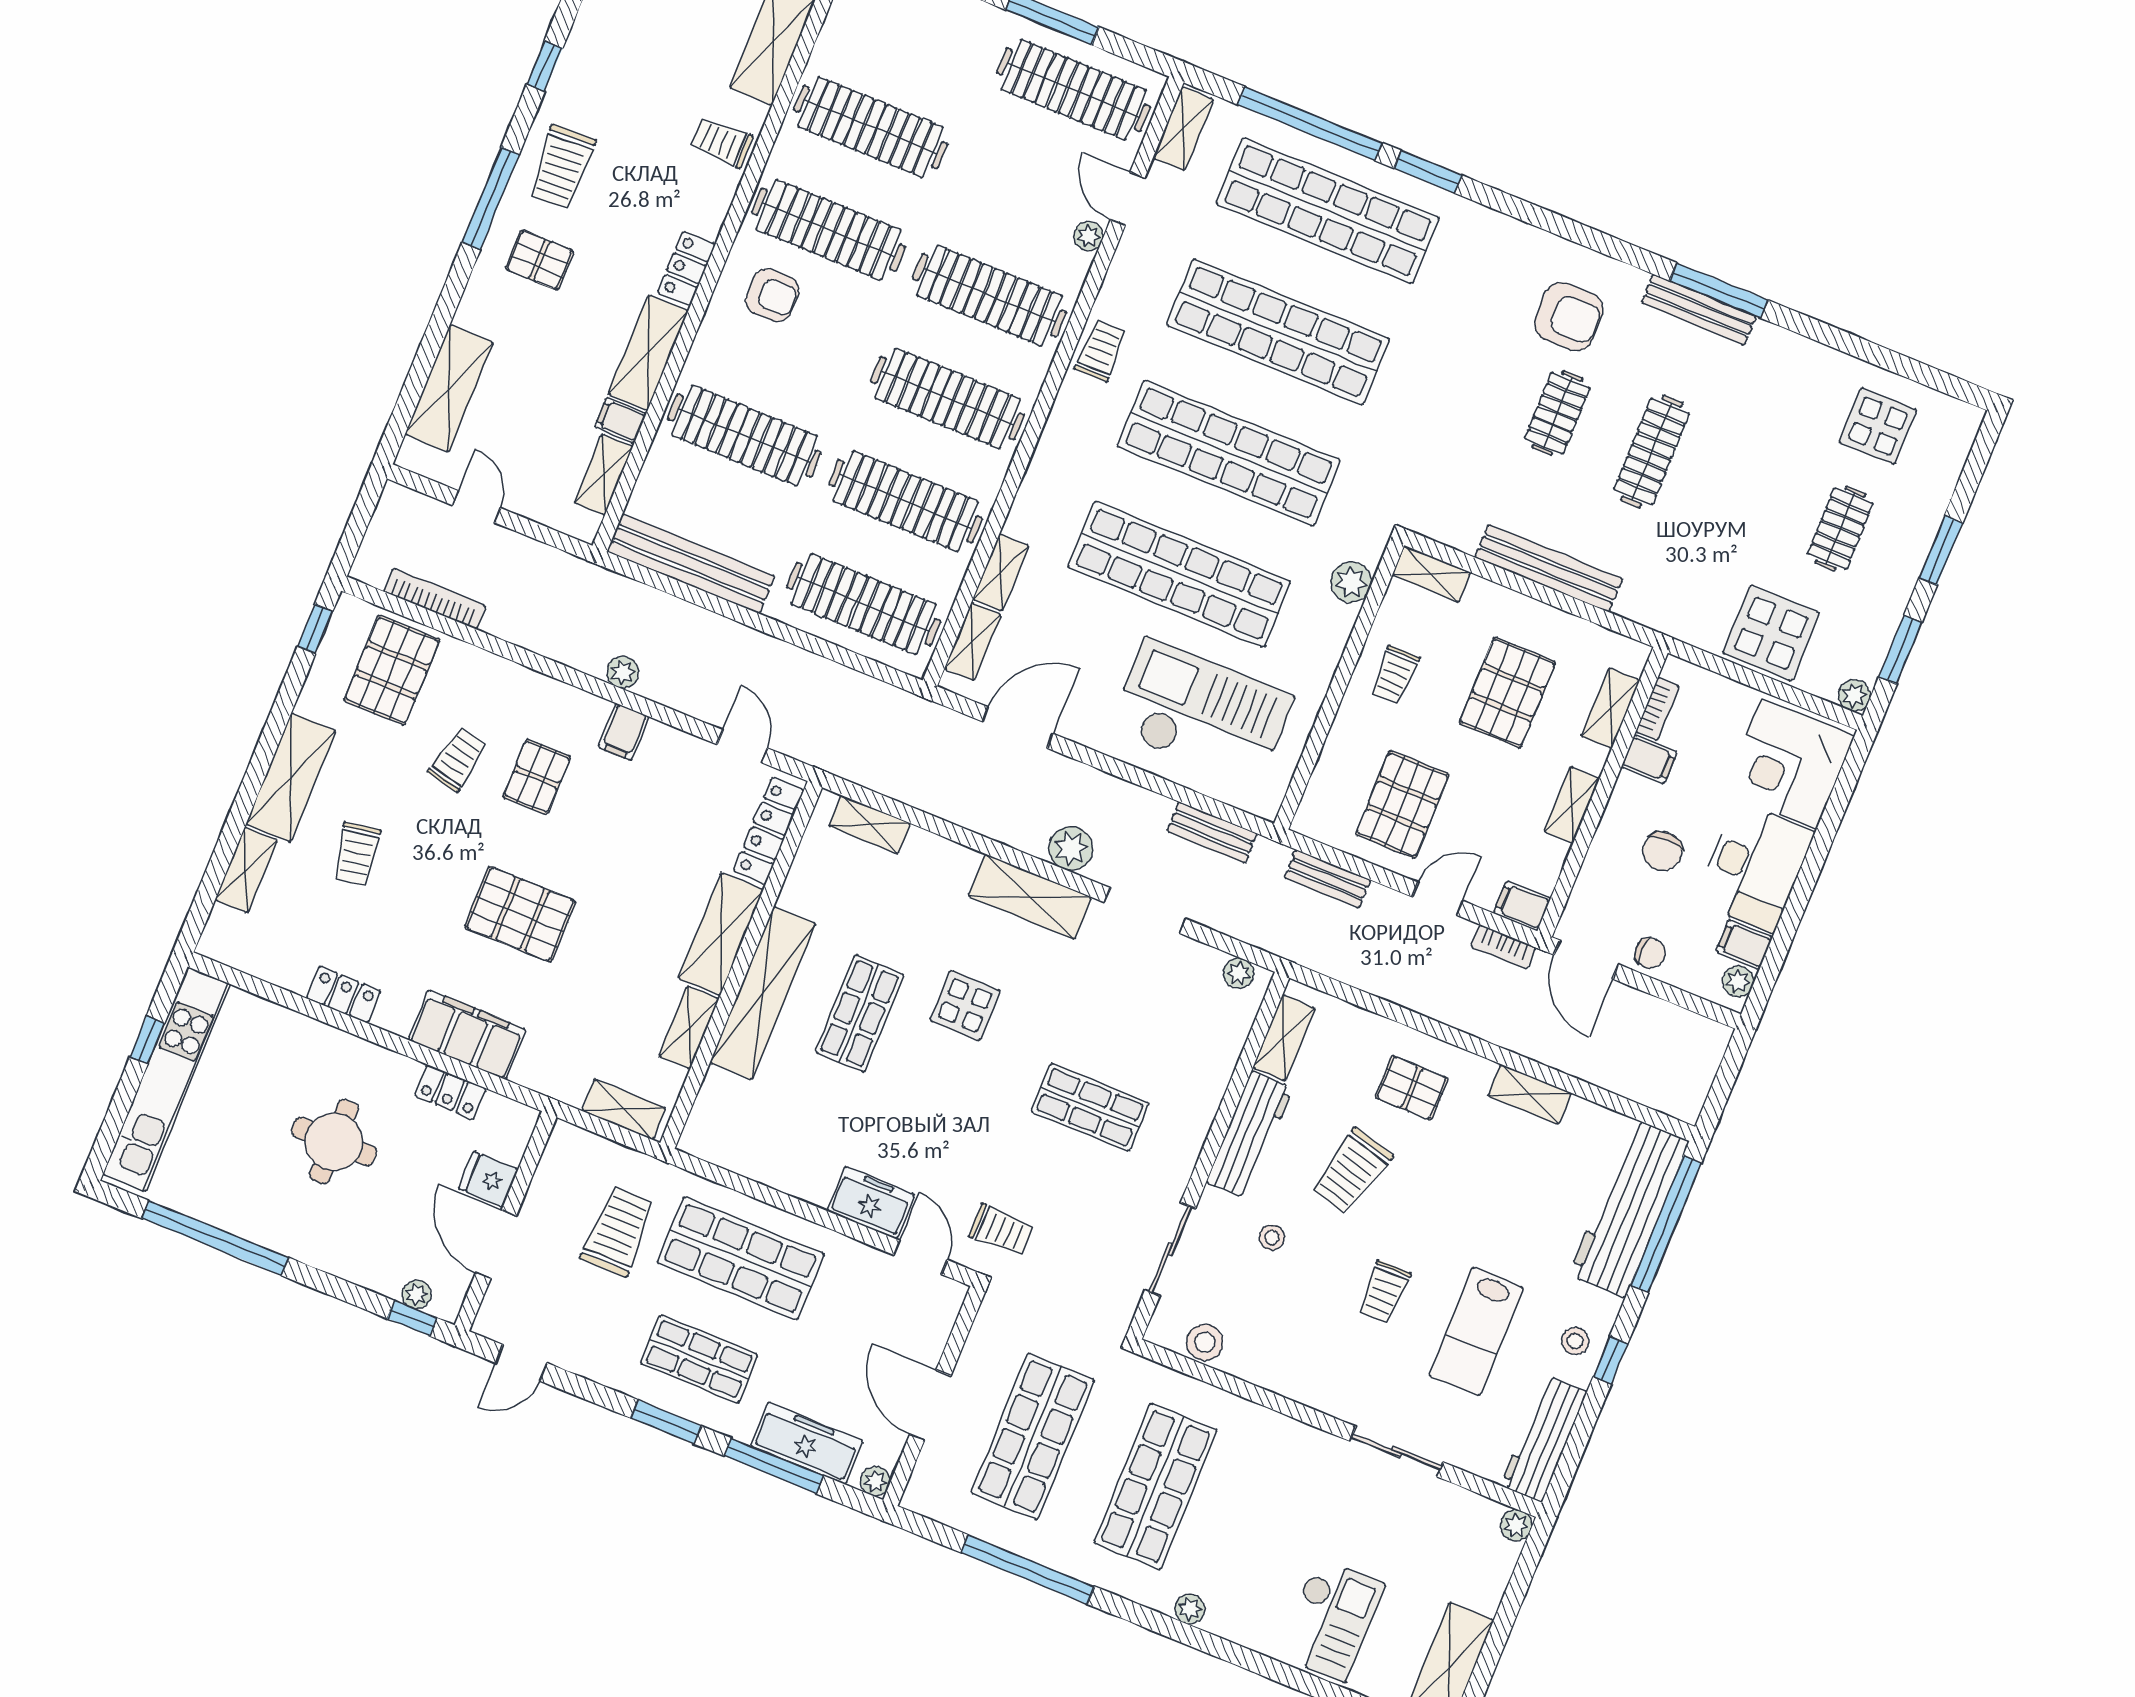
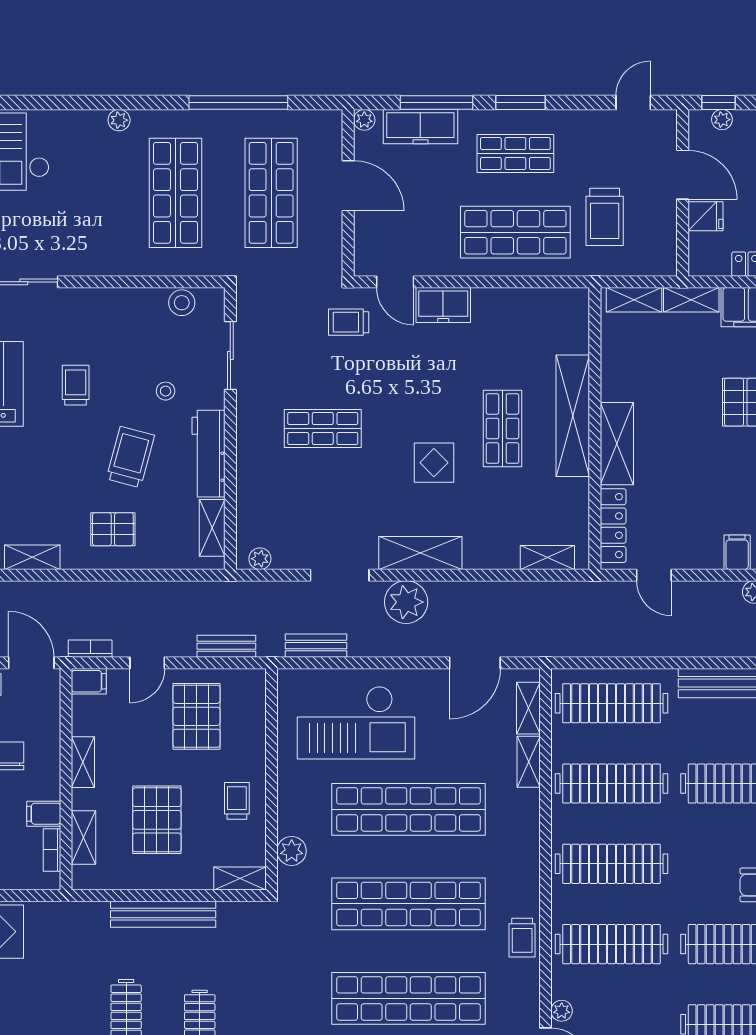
plant: (1071, 849) -> (406, 602), width x1.36, depth x1.36
shelving: (689, 1027) -> (691, 300), moved, turned 90

